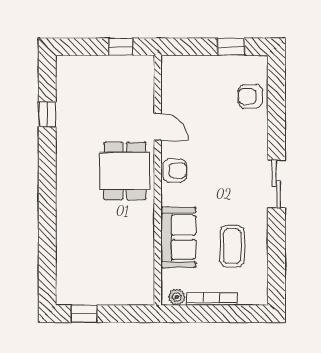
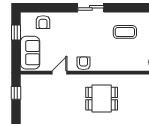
dining table: (125, 171) -> (102, 99), moved
sofa: (178, 237) -> (30, 53), moved, turned 90

